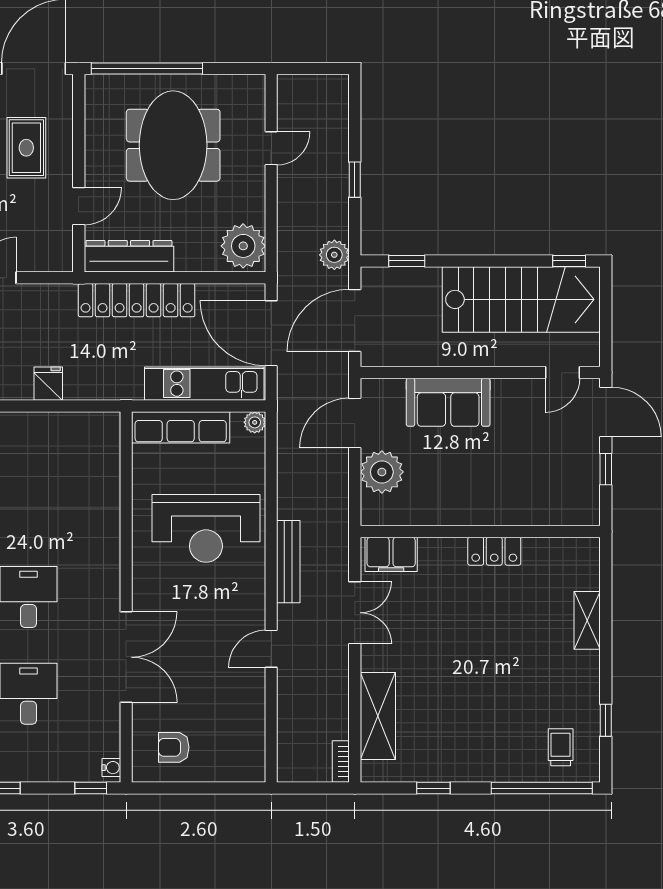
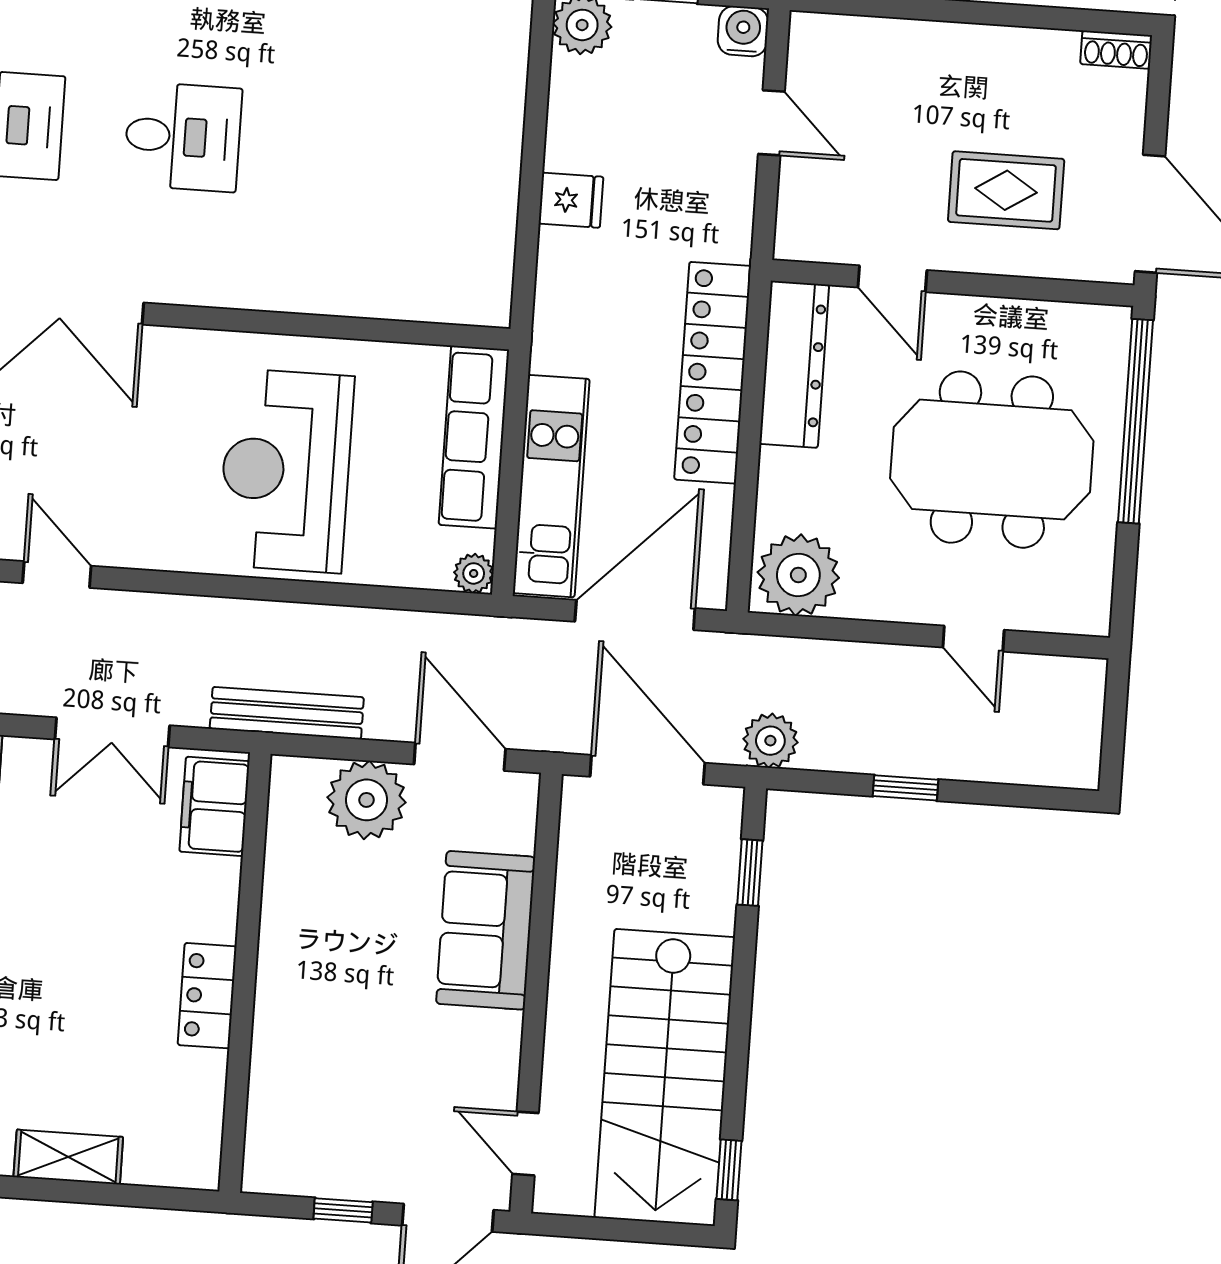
bench: (288, 562) -> (287, 713), moved

